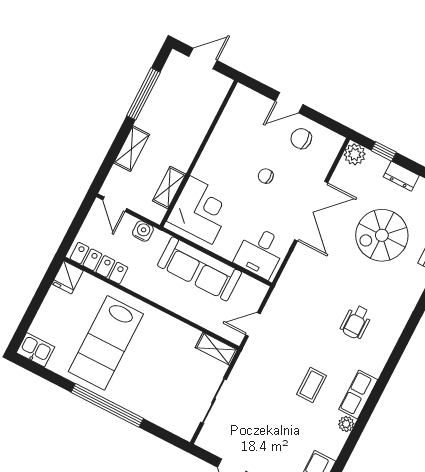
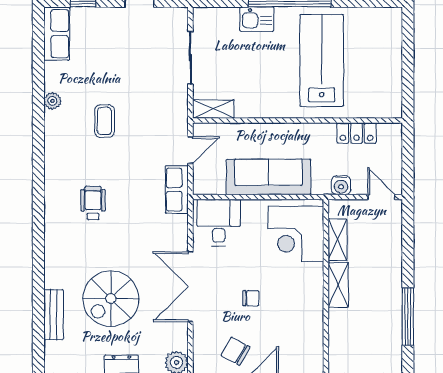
chair: (301, 139) -> (235, 351), turned -151
shelving: (132, 149) -> (338, 285), moved
spiral stairs: (382, 235) -> (111, 299), turned 180
locker: (99, 263) -> (357, 133), width x0.66
fridge: (67, 277) -> (390, 104), removed
kitchen sink: (35, 350) -> (257, 19), moved
row of seats: (358, 394) -> (177, 189), moved, turned 180

